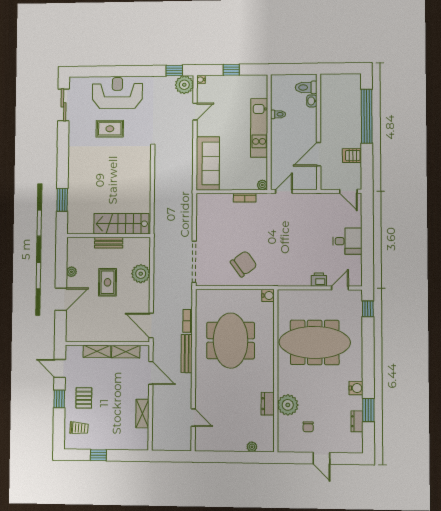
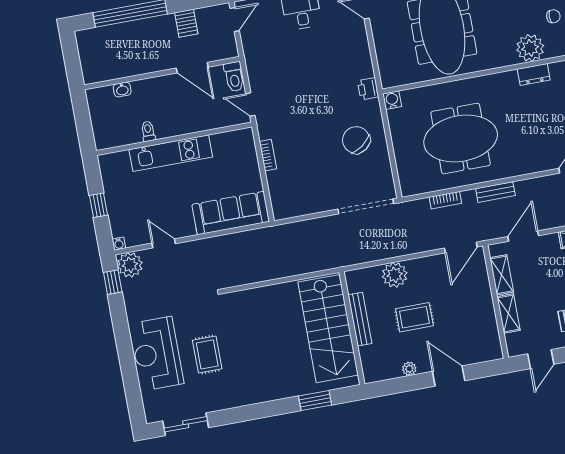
toilet: (306, 87) -> (234, 77), moved
plant: (262, 185) -> (247, 135), removed
stairs: (121, 224) -> (328, 329), width x1.36, depth x1.51
bench: (109, 243) -> (360, 319), width x1.36
printer: (319, 280) -> (368, 89), moved
bench: (187, 354) -> (495, 192), width x0.73

